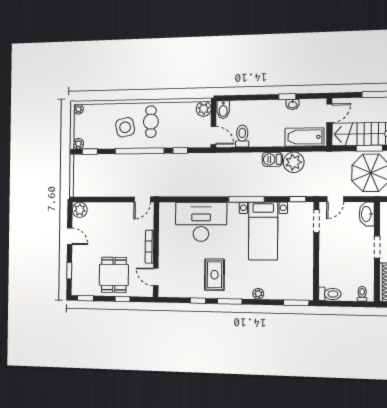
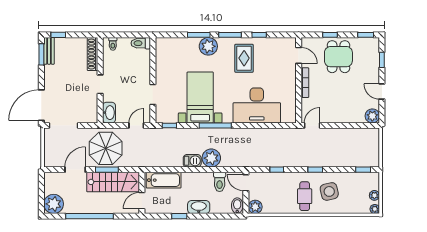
washbasin: (293, 104) -> (199, 207), moved, width x1.91, depth x1.45
plant: (78, 144) -> (374, 195), moved
window: (140, 151) -> (315, 170), width x0.32
plant: (294, 162) -> (211, 158), moved
doorway: (316, 221) -> (153, 94), moved
plant: (258, 294) -> (208, 46), width x1.87, depth x1.87
window: (296, 303) -> (199, 35), moved

